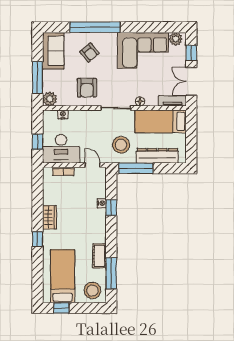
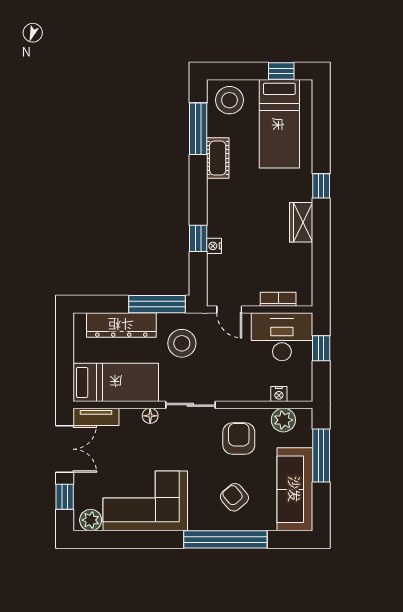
sofa: (53, 51) -> (295, 489), width x1.36
plant: (50, 99) -> (283, 420), moved

